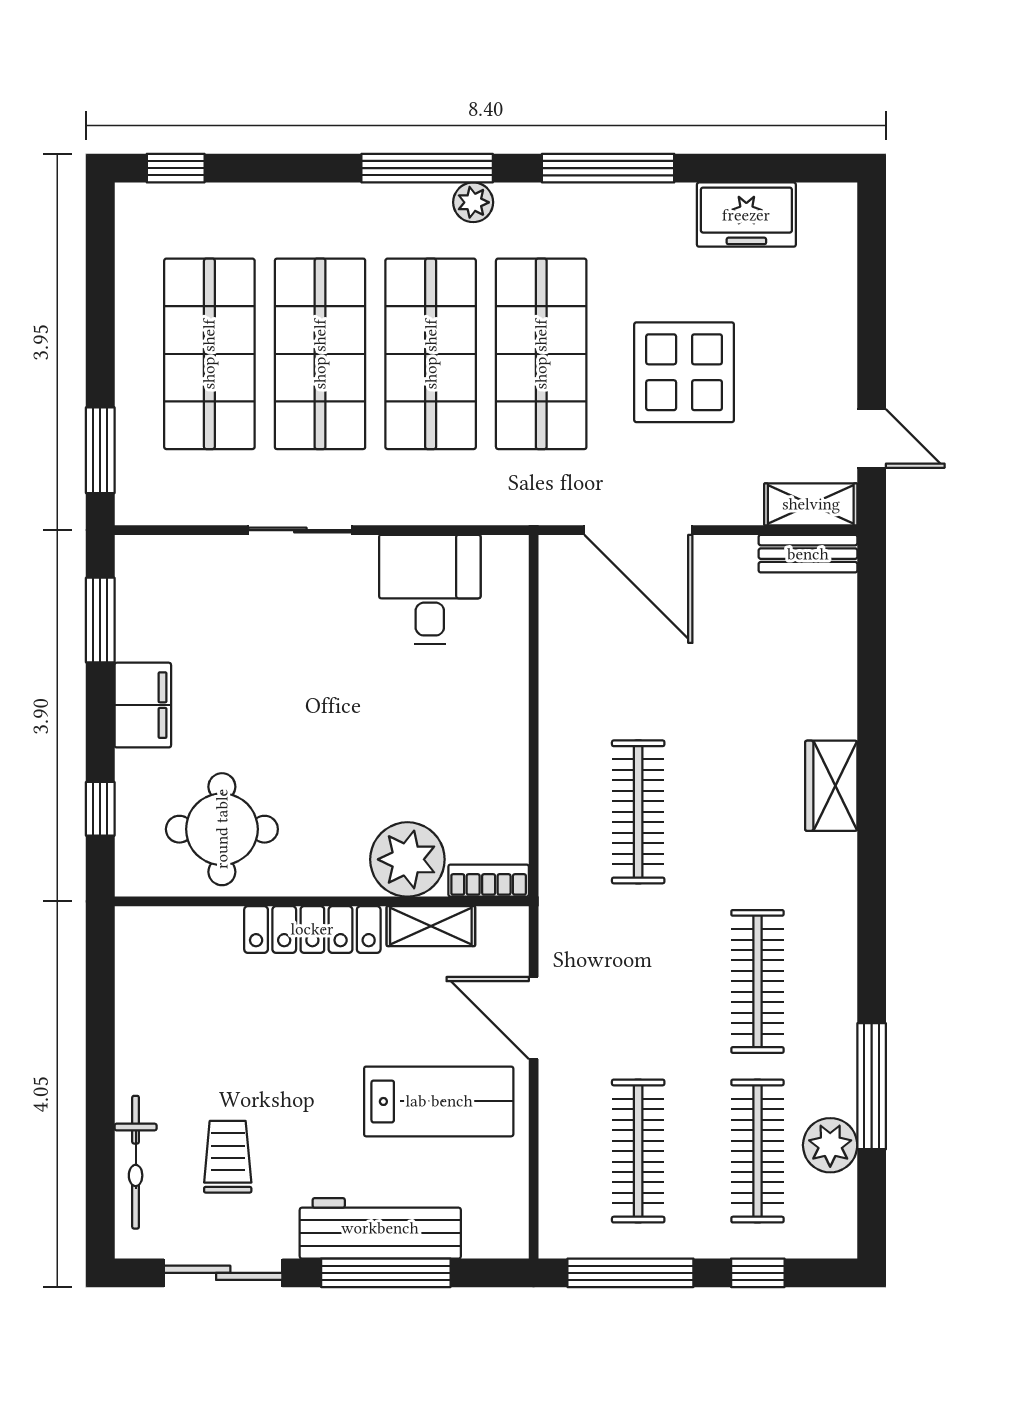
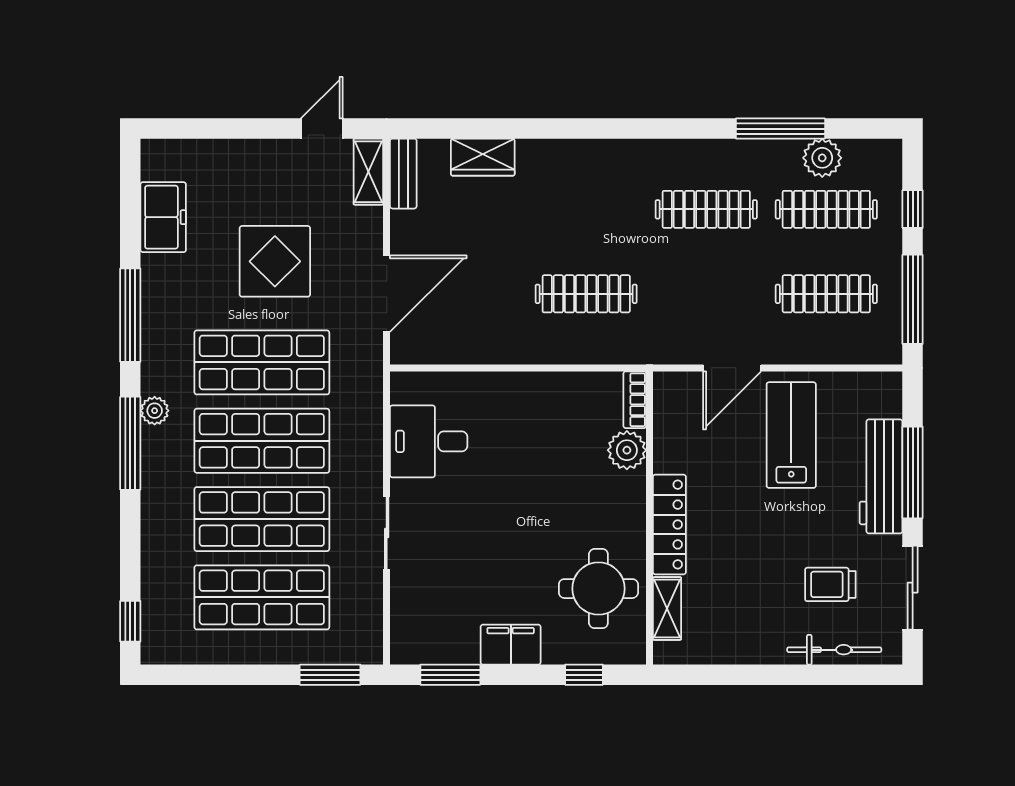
wardrobe: (831, 786) -> (483, 157), moved
plant: (407, 859) -> (627, 450), width x0.73, depth x0.73
shelving: (431, 926) -> (667, 608), moved

